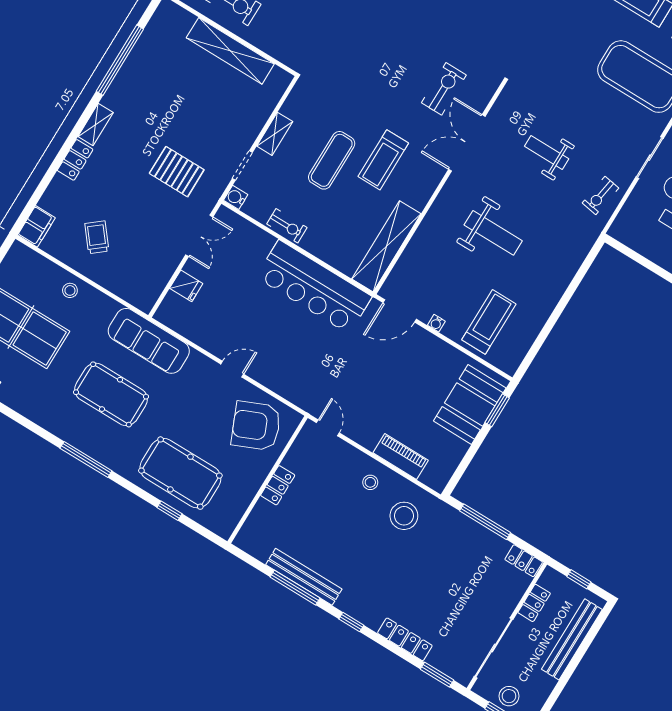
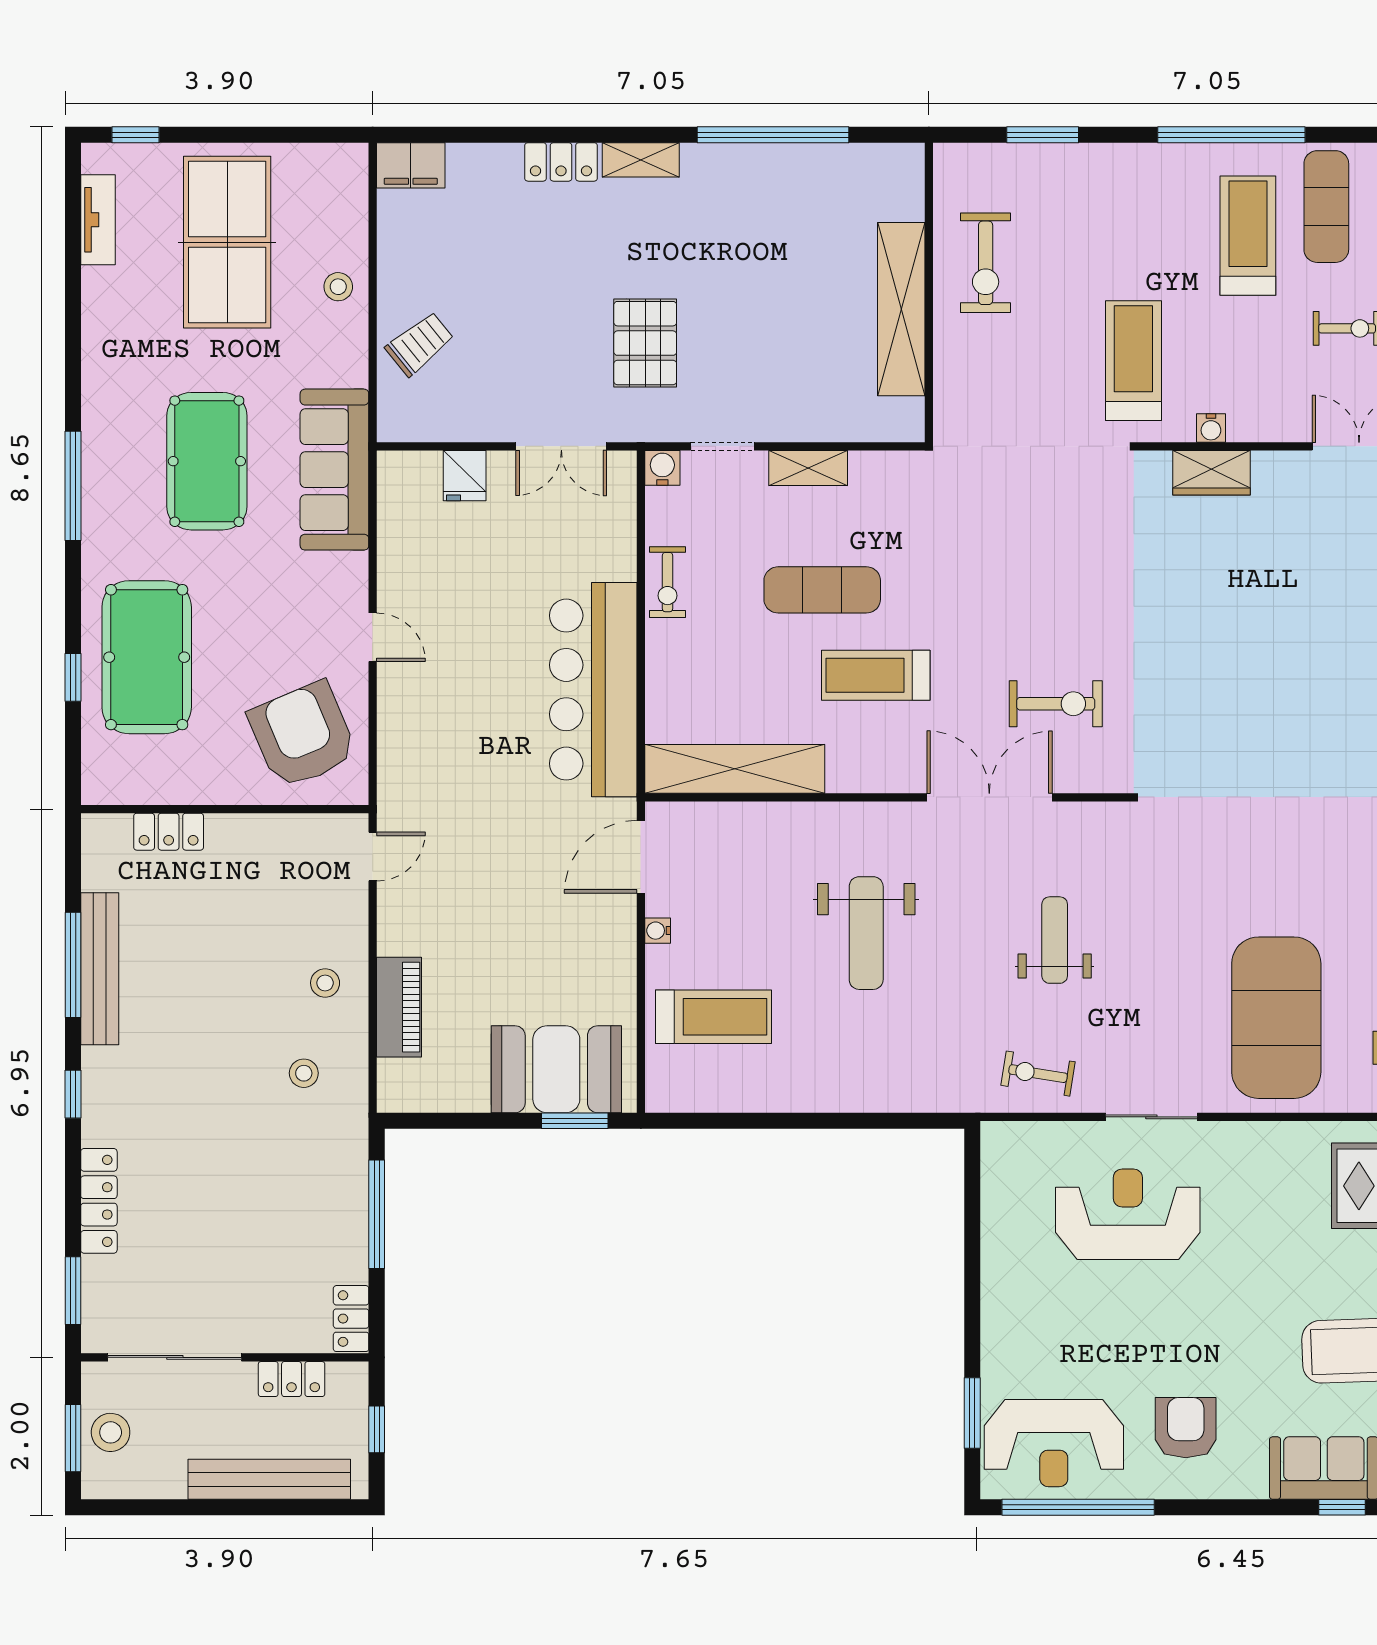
trolley: (97, 237) -> (420, 344), moved
door: (400, 311) -> (641, 857), hinge flipped
locker: (278, 485) -> (169, 832), moved
stool: (404, 516) -> (304, 1073), width x0.53, depth x0.53

